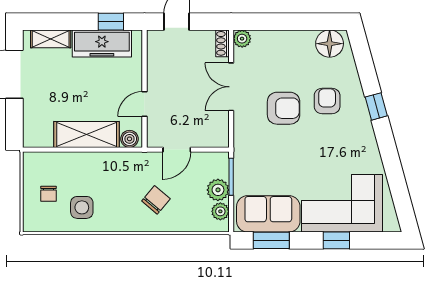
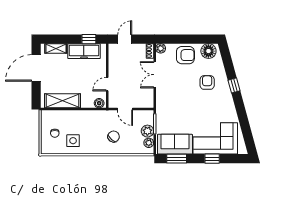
armchair: (284, 108) -> (185, 55), moved
shelving: (87, 134) -> (63, 101), moved
door: (177, 150) -> (125, 109), hinge flipped

